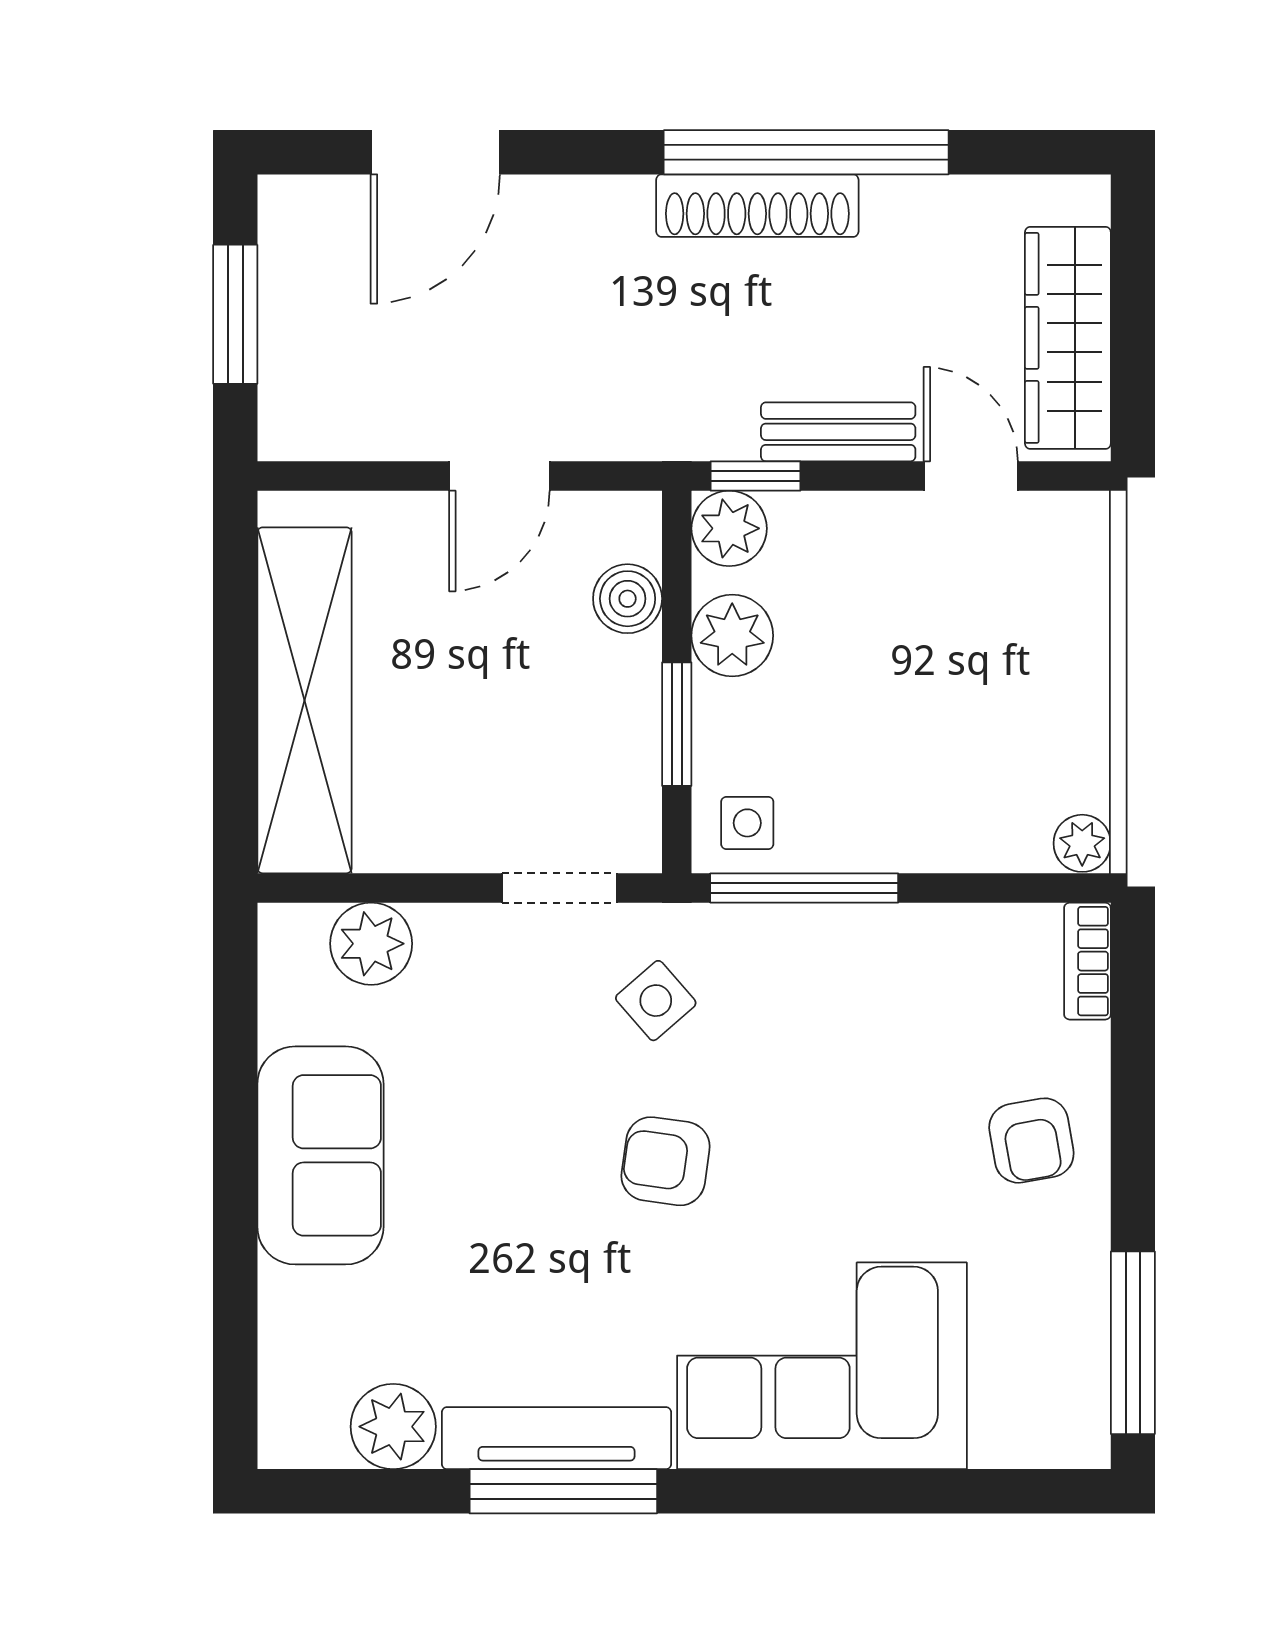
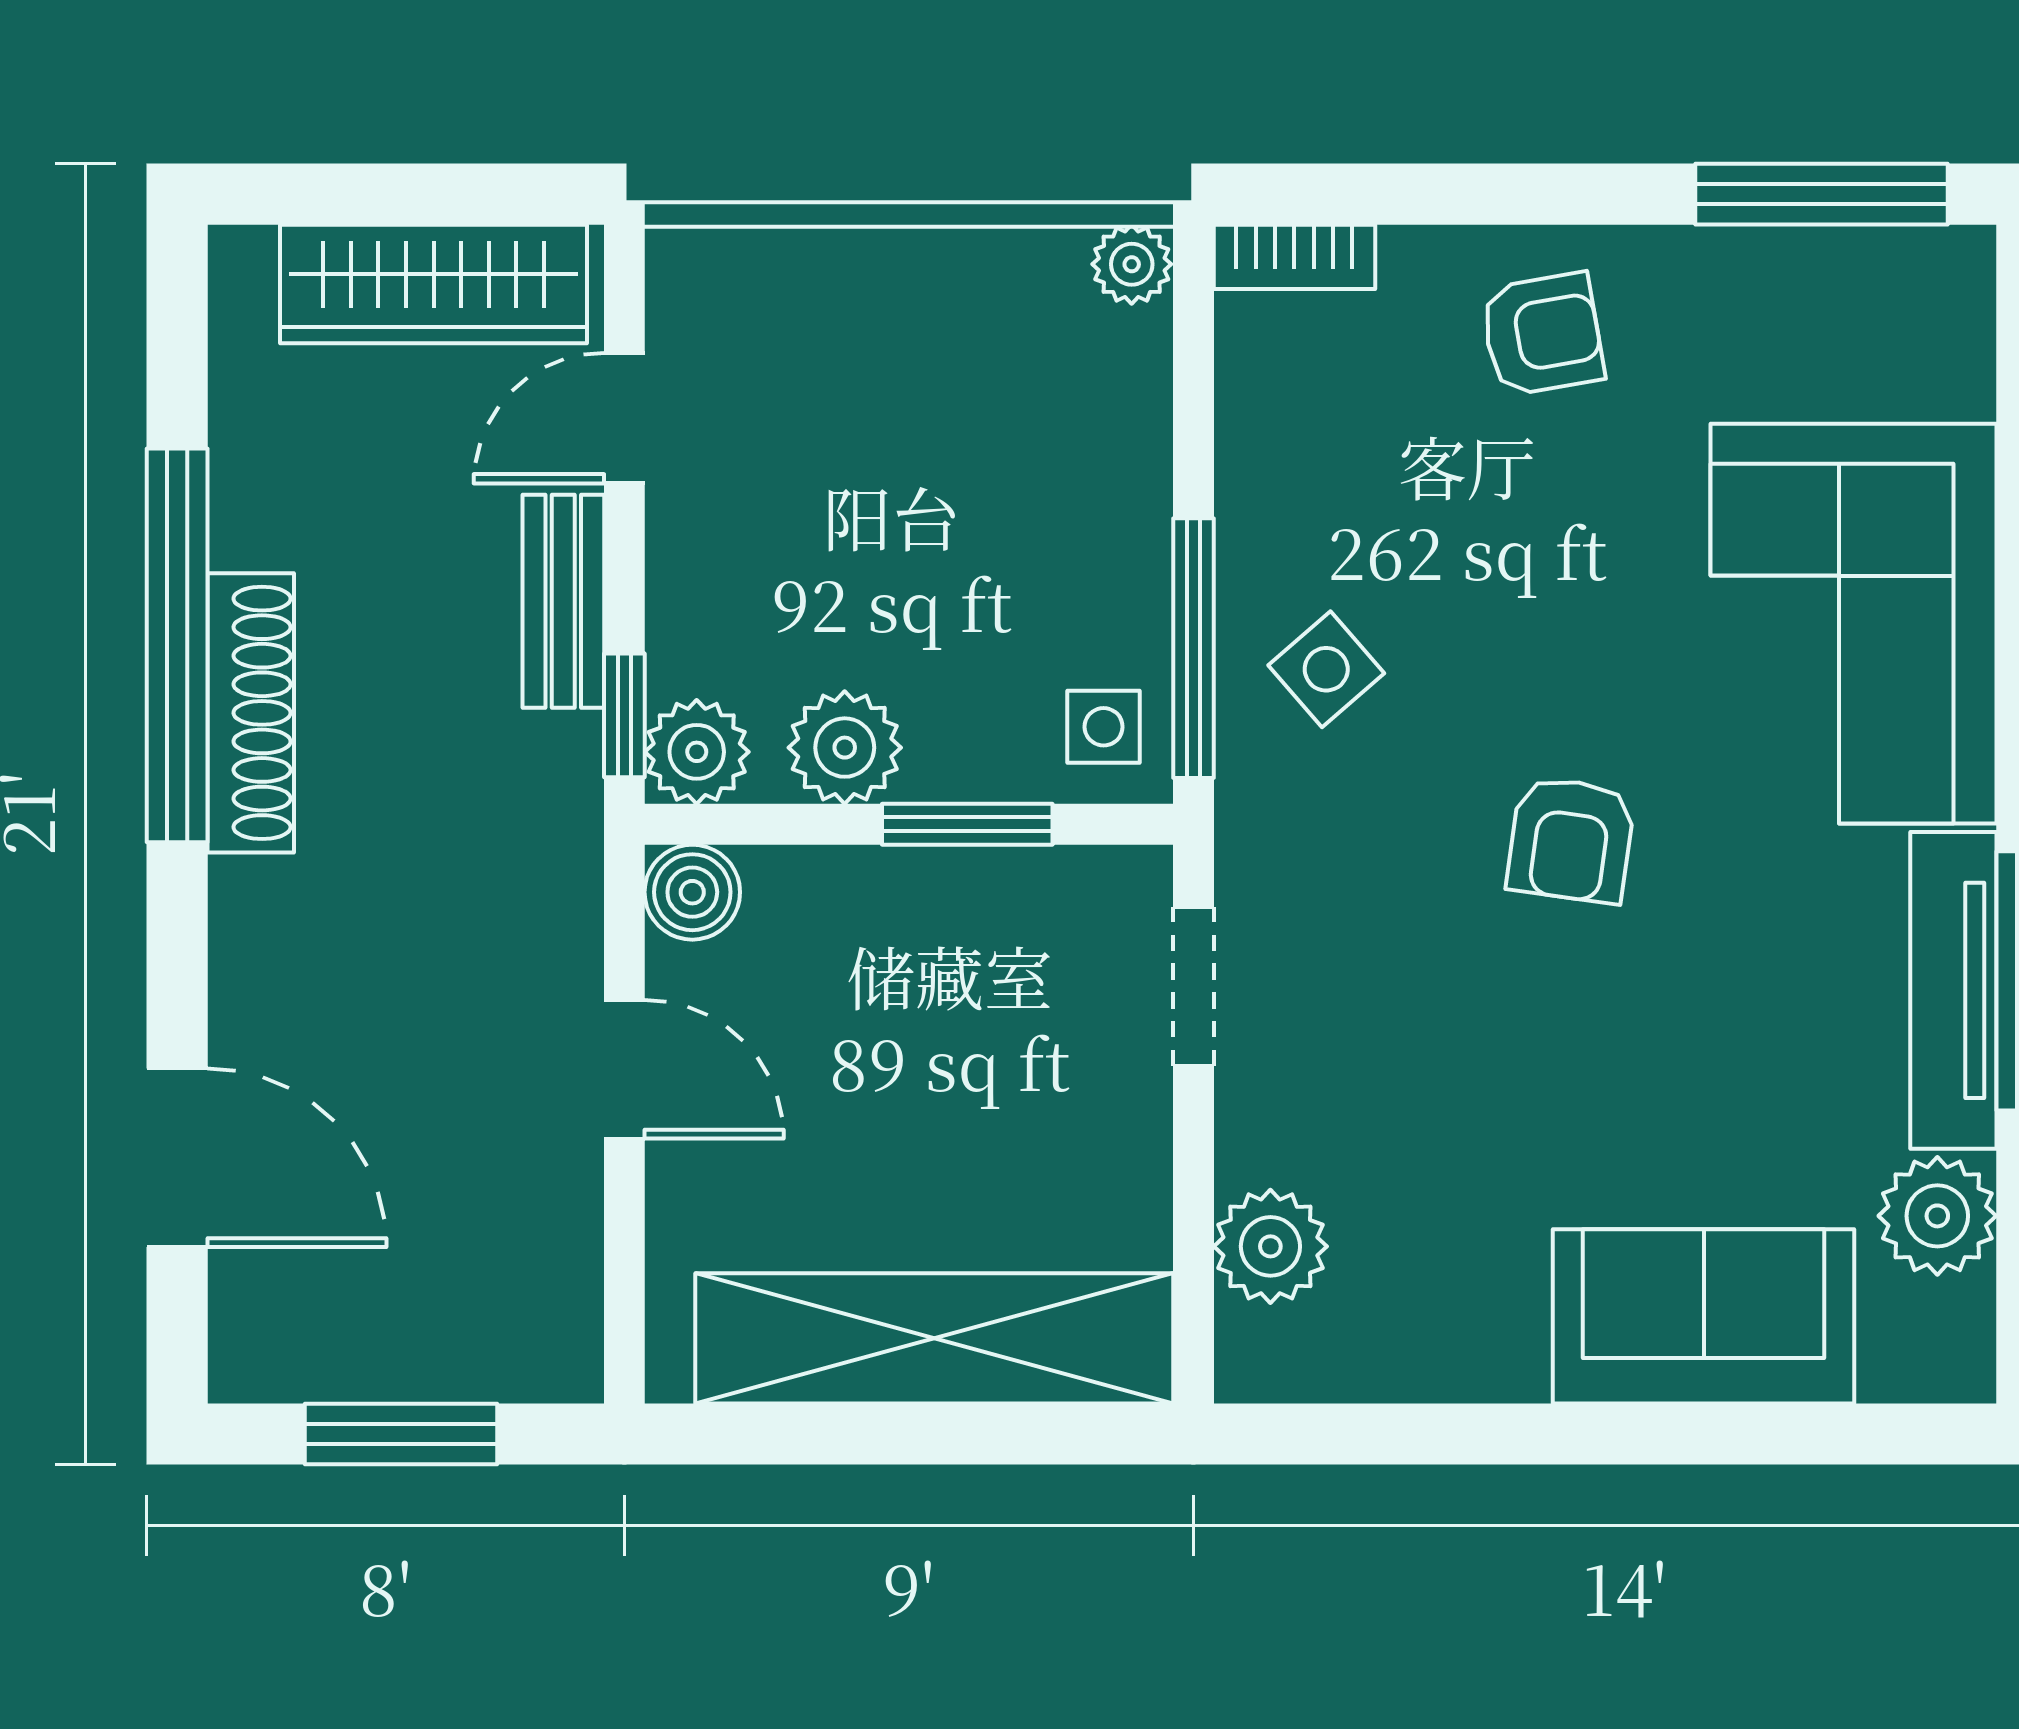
boiler: (628, 599) -> (692, 892), moved
side table: (656, 1001) -> (1326, 669), moved
sofa: (320, 1155) -> (1704, 1316), moved

